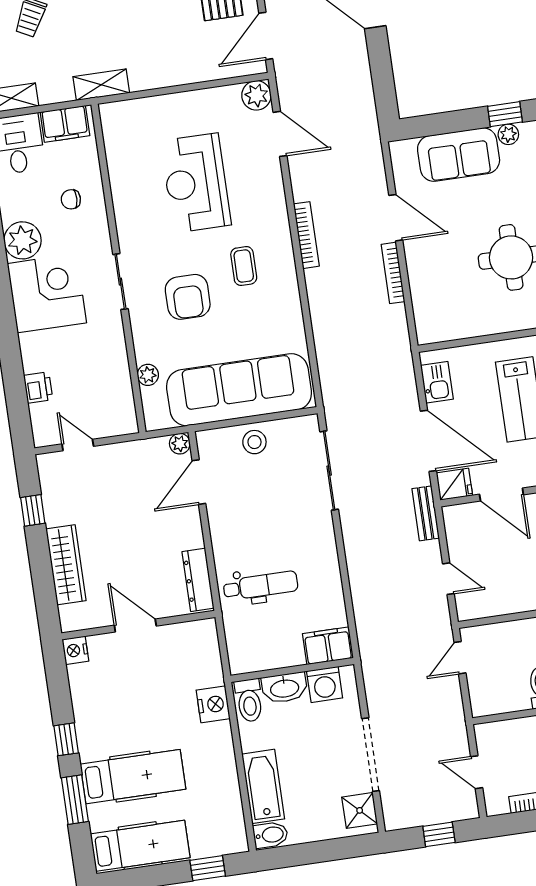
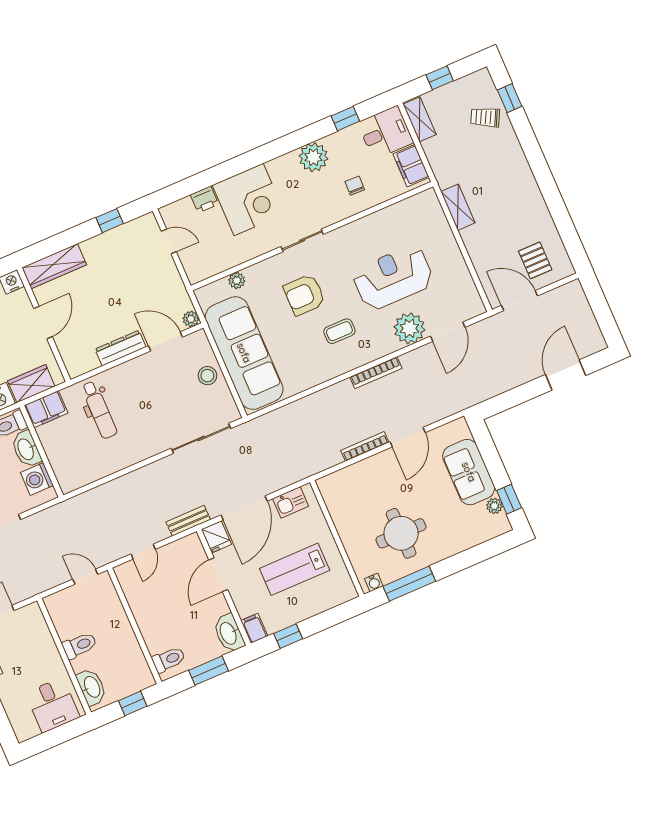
shelving: (101, 85) -> (458, 207), moved
plant: (256, 95) -> (409, 328), moved, width x1.36, depth x1.36
corner desk: (47, 293) -> (249, 199), moved
door: (78, 445) -> (169, 241), hinge flipped
wardrobe: (66, 565) -> (54, 266), moved
dresser: (198, 580) -> (121, 348), moved
filing cabinet: (328, 646) -> (46, 409), moved, turned 90
wardrobe: (206, 660) -> (31, 384), added

